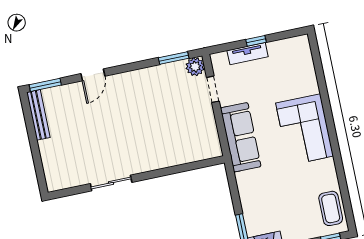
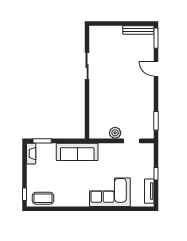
tv unit: (248, 54) -> (149, 191), moved
plant: (195, 67) -> (115, 133), moved
corner sofa: (305, 130) -> (110, 192), moved
sofa: (241, 137) -> (77, 152), moved

